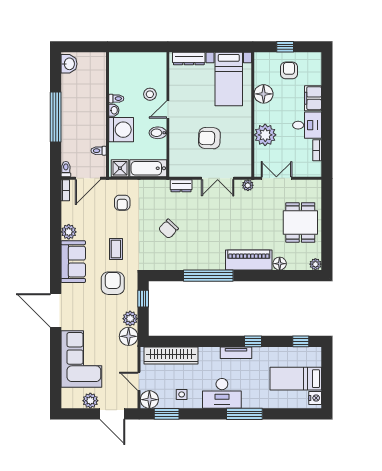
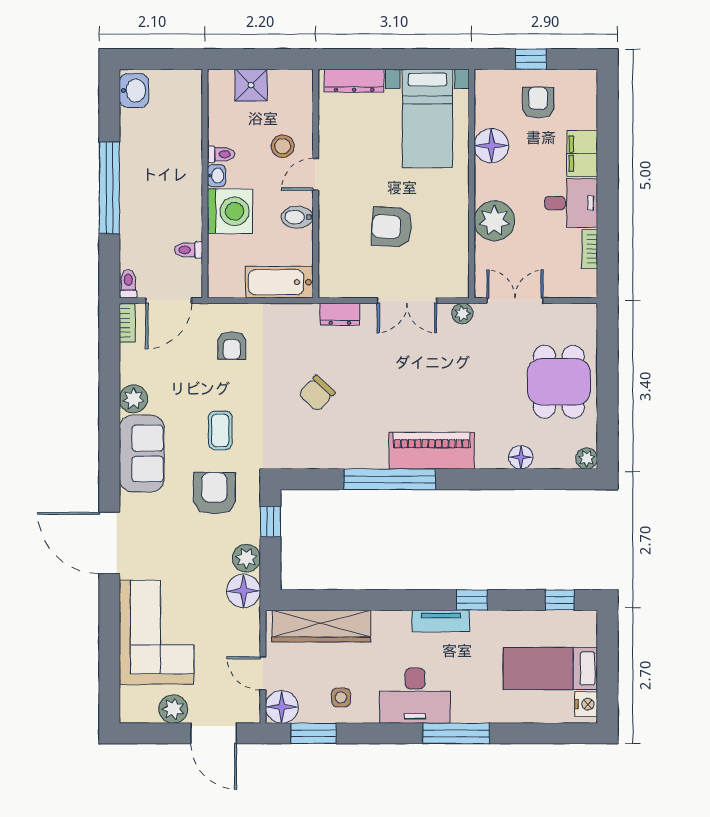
shower: (120, 168) -> (251, 85), moved
piano: (249, 260) -> (432, 451), moved

